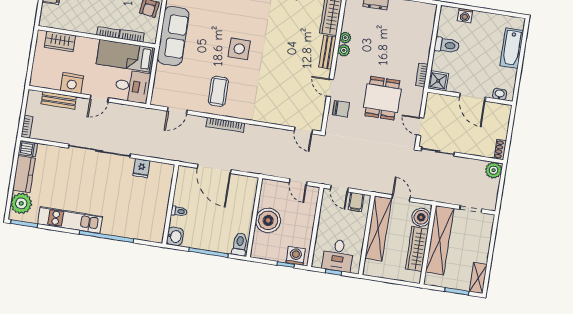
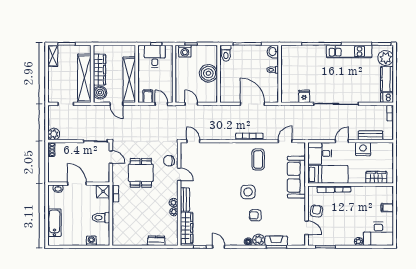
armchair: (234, 15) -> (255, 215), added
sofa: (173, 36) -> (296, 177), moved

